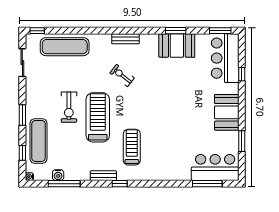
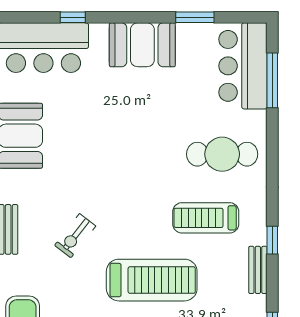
treadmill: (98, 117) -> (152, 280), turned 180
cafe table: (167, 156) -> (222, 154), added

